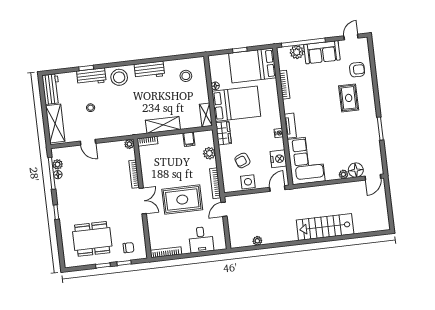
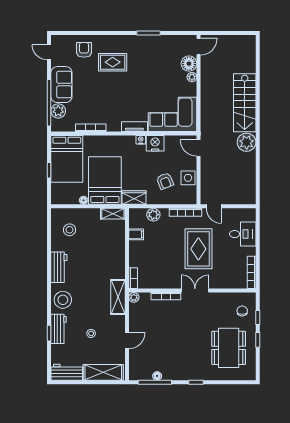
shelving: (163, 125) -> (118, 297), moved
nightstand: (278, 159) -> (155, 143), moved
plant: (58, 164) -> (146, 375), removed
door: (373, 177) -> (199, 47), hinge flipped
plant: (257, 241) -> (247, 142), moved, width x1.87, depth x1.87

